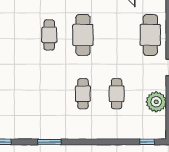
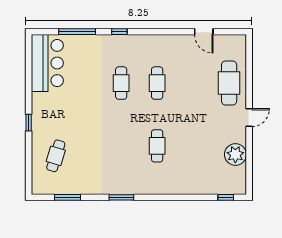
cafe table: (83, 35) -> (157, 83), width x0.73, depth x0.74
cafe table: (117, 94) -> (193, 146), removed

